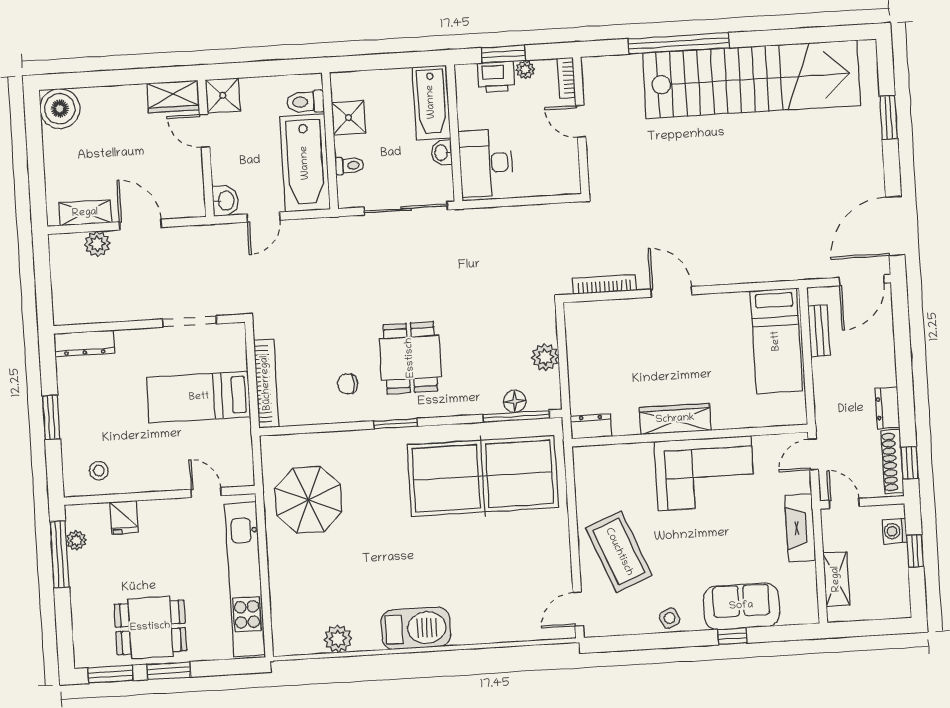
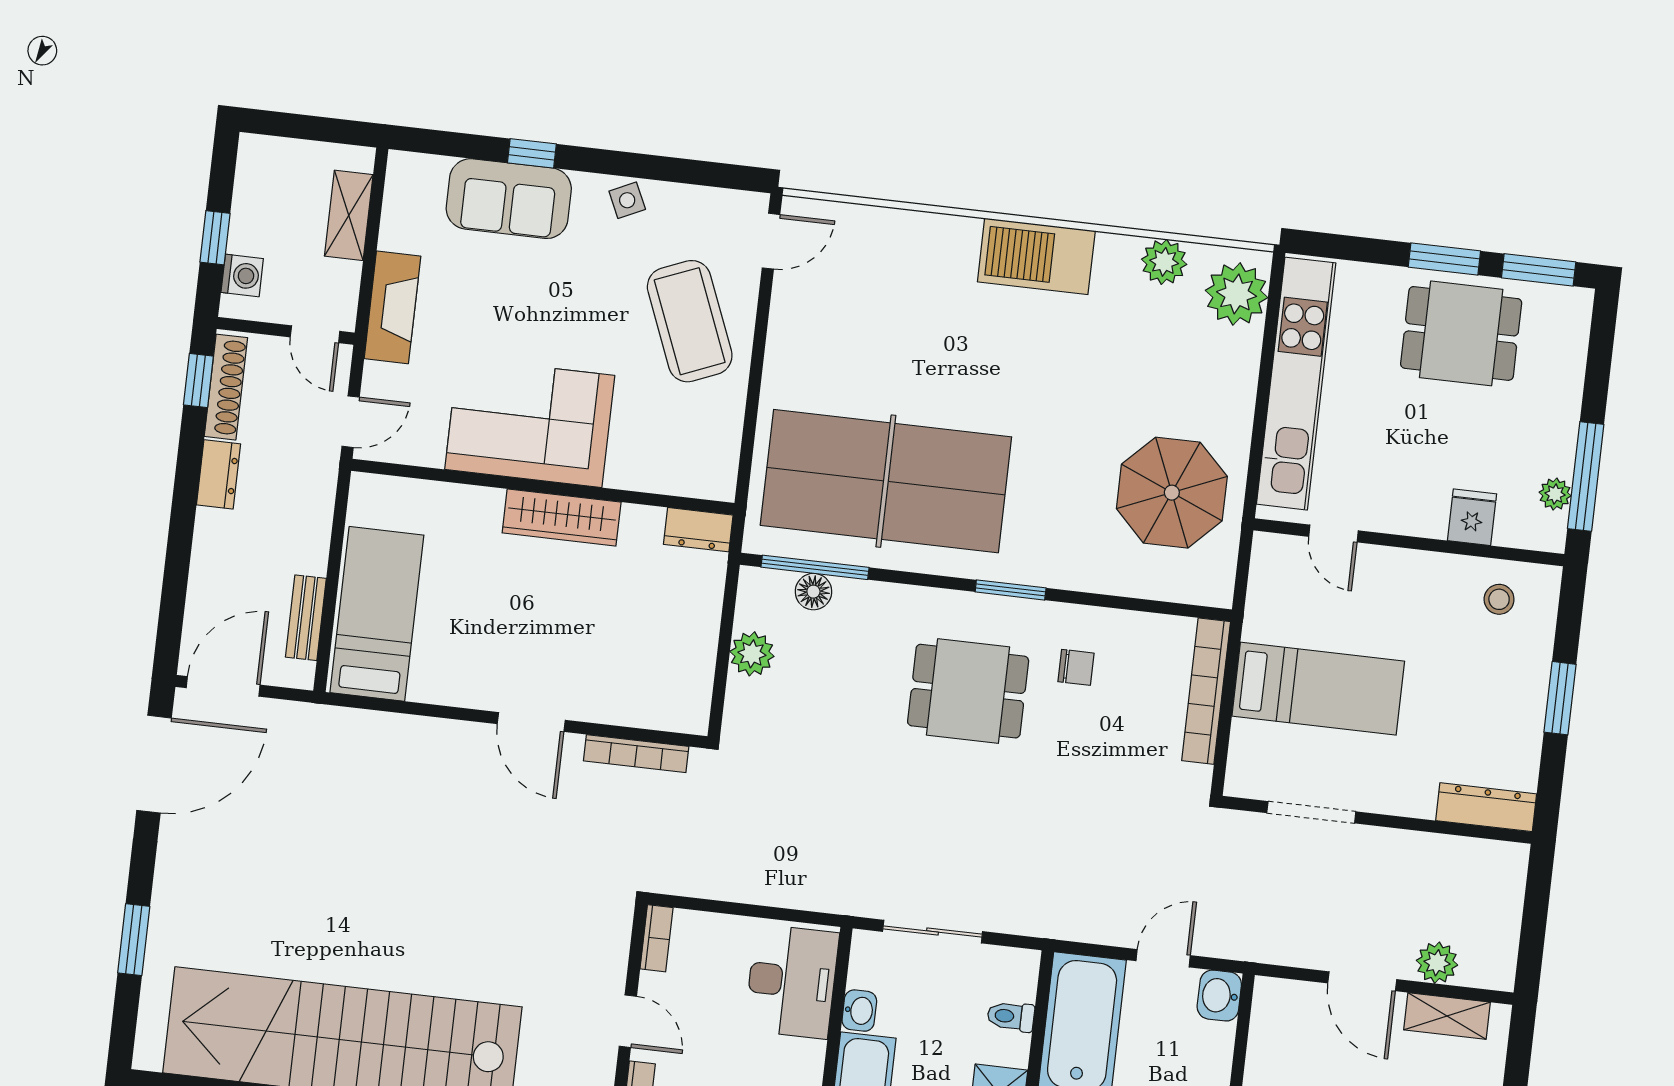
bookcase: (572, 175) -> (657, 938), added
sliding door: (406, 208) -> (933, 932), width x0.73
dining table: (410, 358) -> (968, 691), turned 90
plant: (291, 627) -> (1237, 294), added

